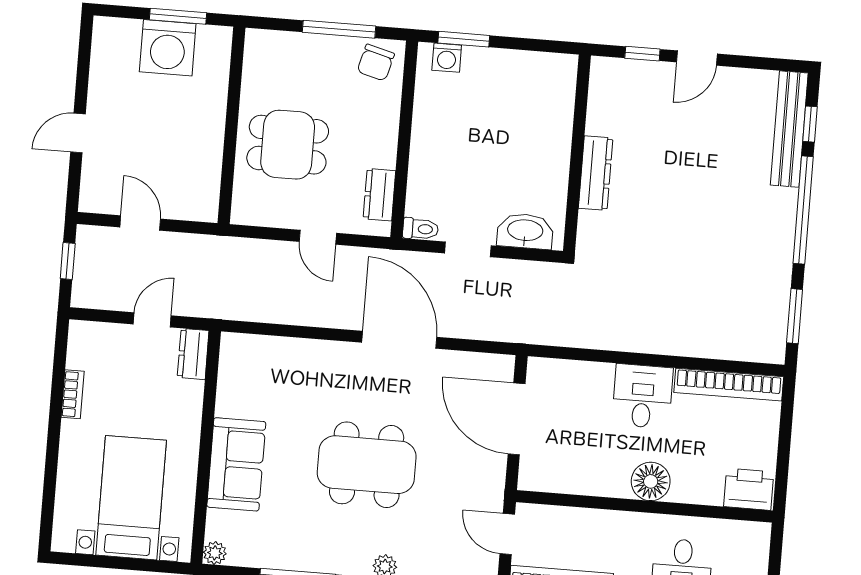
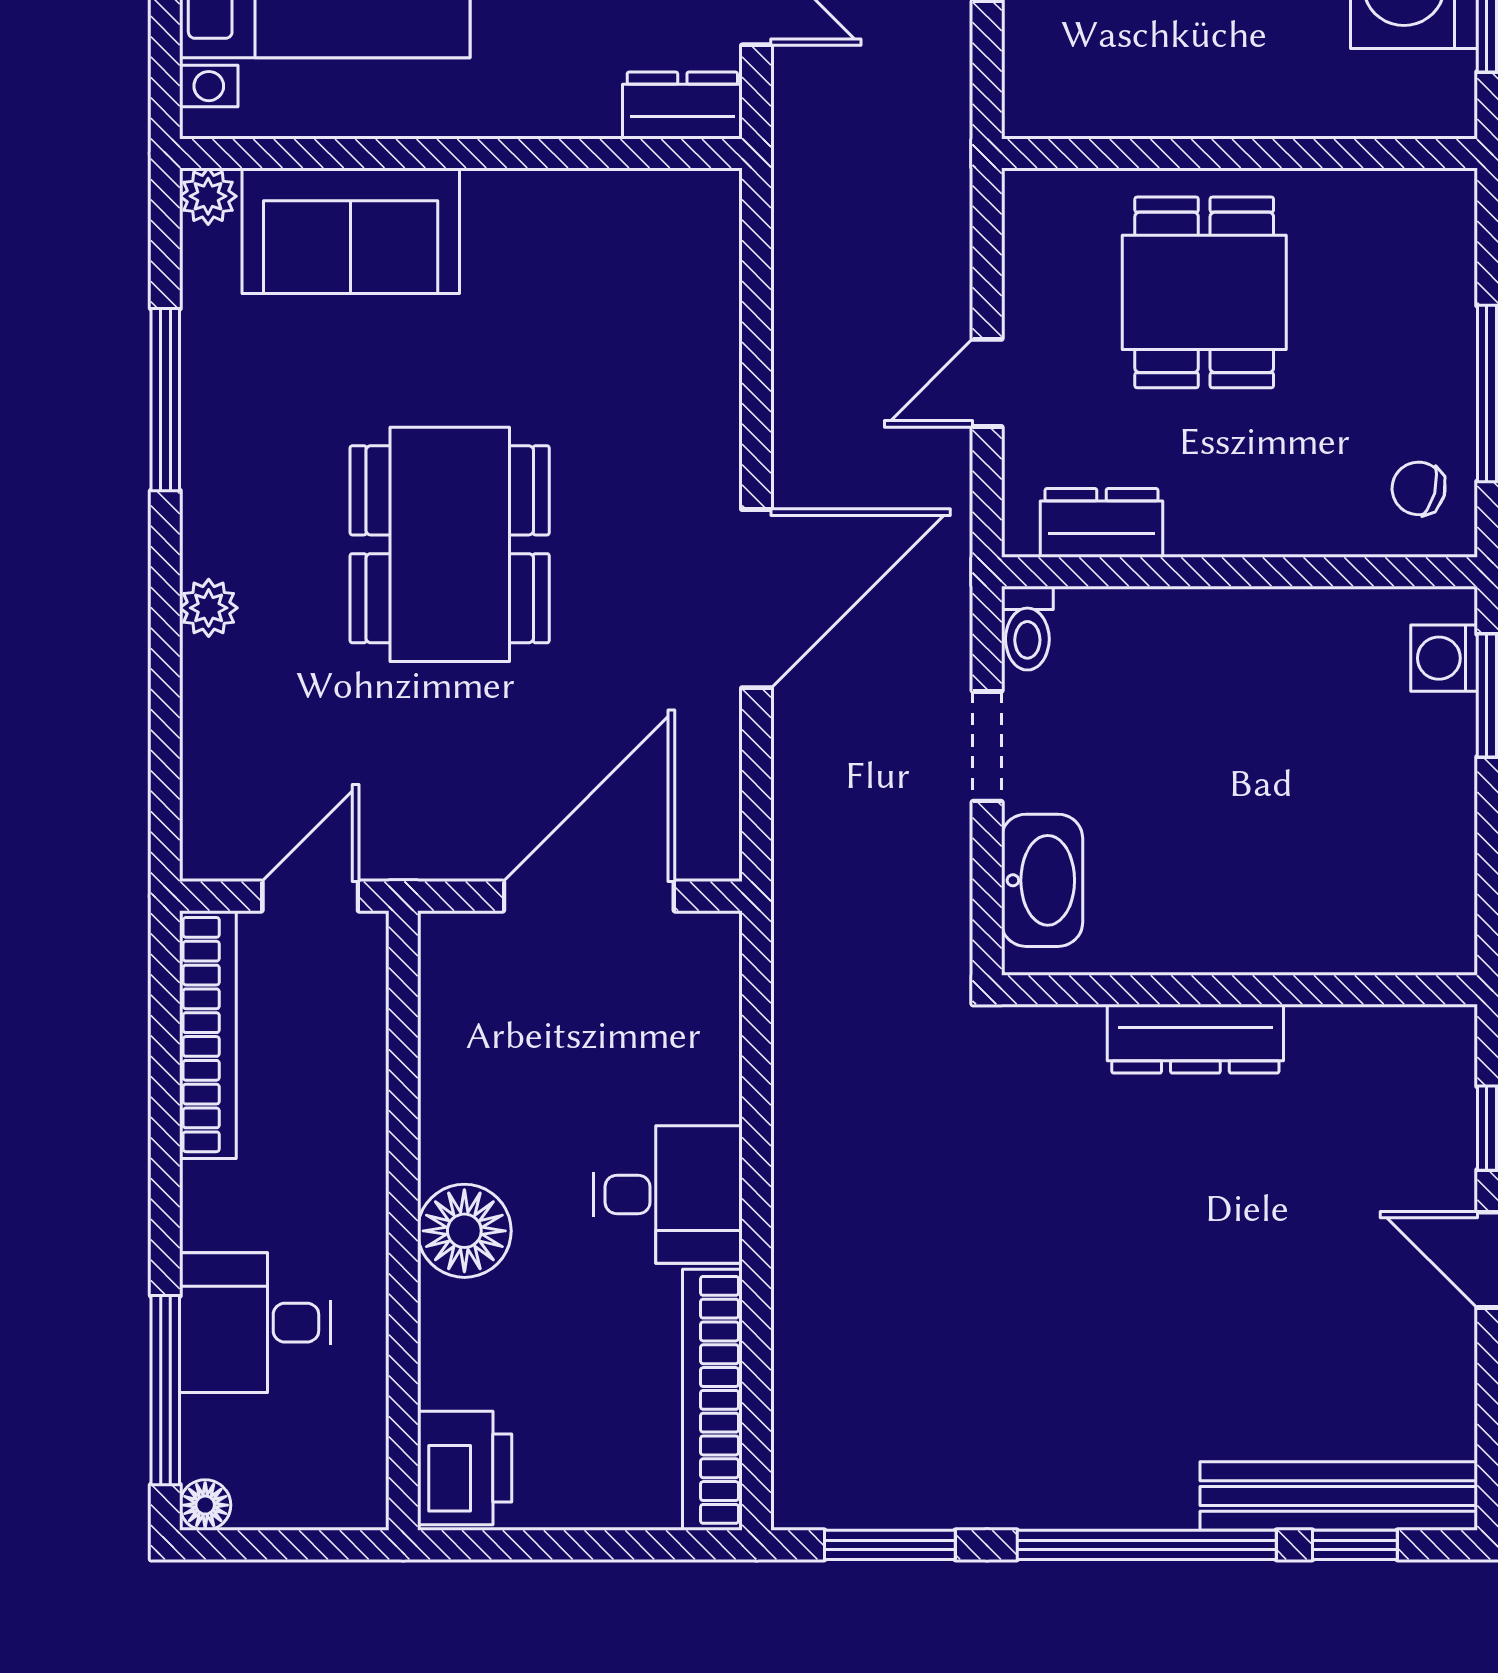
chair: (376, 63) -> (1419, 488), width x0.73, depth x0.73
sofa: (236, 464) -> (351, 231), moved

